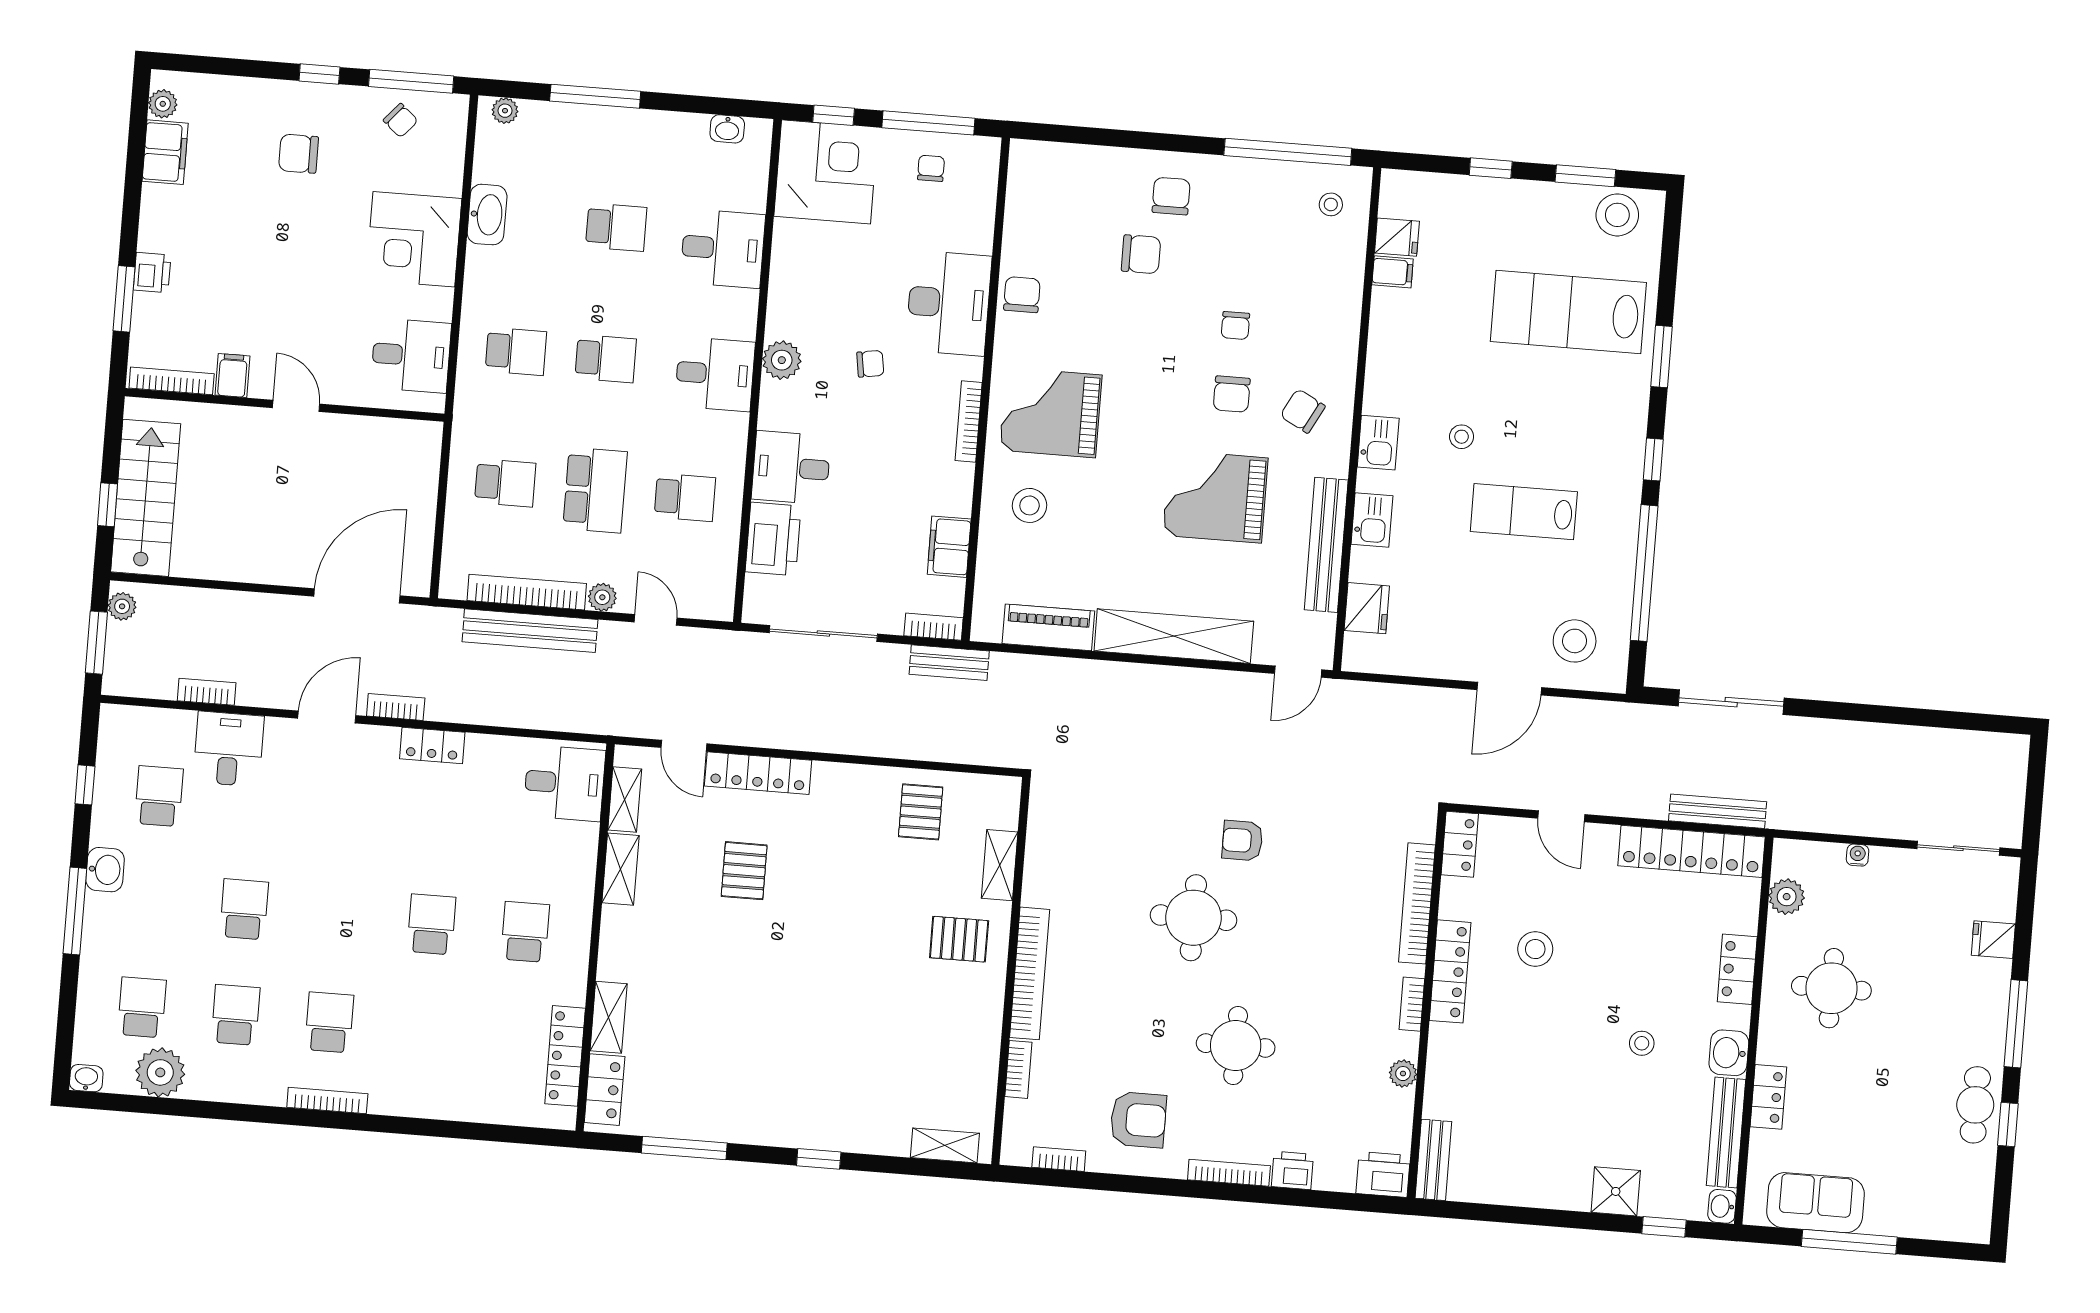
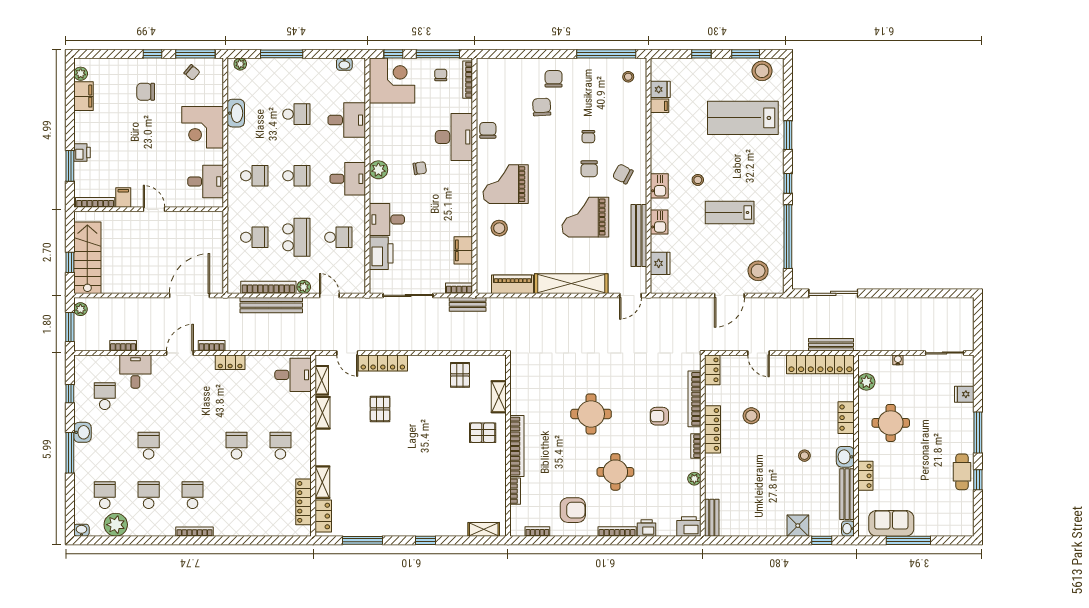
chair: (1141, 254) -> (542, 107), turned -93
bookcase: (969, 421) -> (468, 80), moved
armchair: (1242, 841) -> (659, 416), moved

